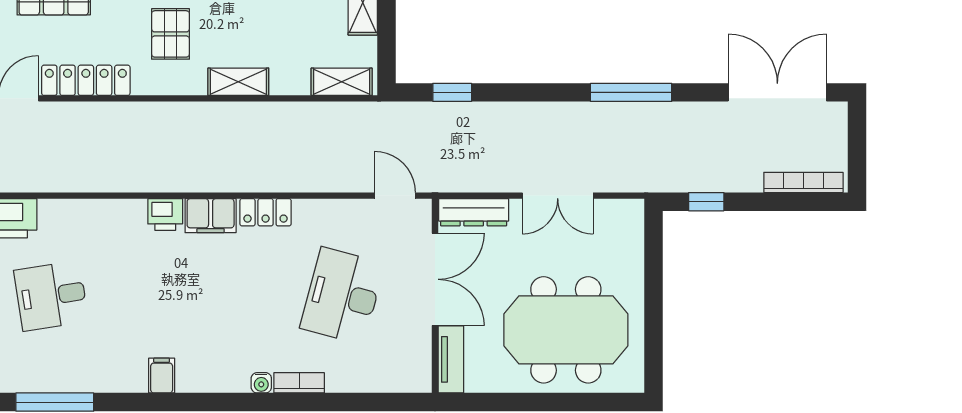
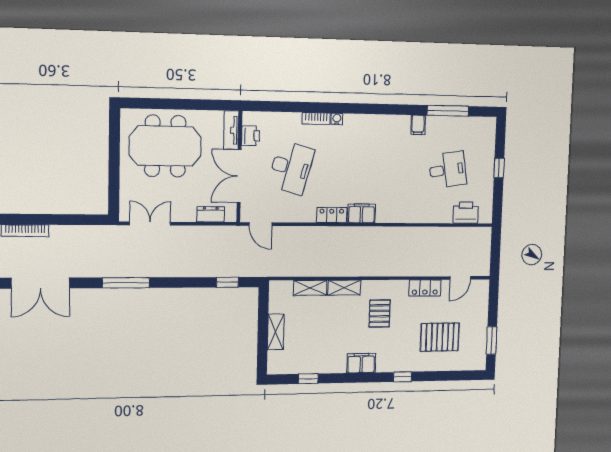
locker: (86, 80) -> (425, 288), width x0.66
shelving: (342, 82) -> (310, 288), moved
double door: (558, 196) -> (150, 224), moved
window: (706, 202) -> (83, 220), removed
dresser: (474, 212) -> (211, 214), width x0.70
printer: (165, 214) -> (251, 136), moved, turned 90
filing cabinet: (162, 376) -> (418, 125), moved

